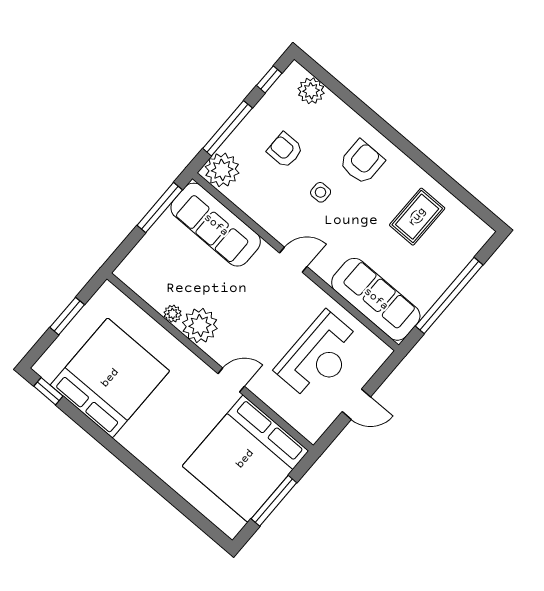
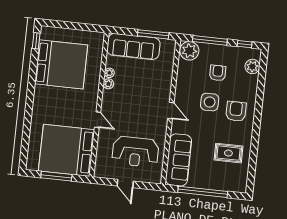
armchair: (362, 162) -> (236, 111), turned -90
side table: (321, 192) -> (210, 102), width x1.87, depth x1.87
sofa: (216, 225) -> (133, 46), moved, turned -90
window: (67, 316) -> (76, 26), removed
plant: (200, 326) -> (108, 84), width x0.53, depth x0.53

